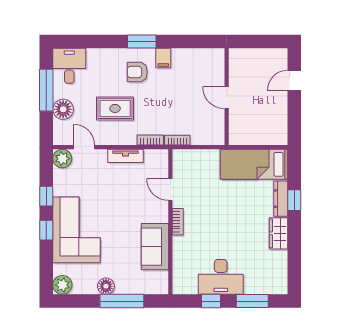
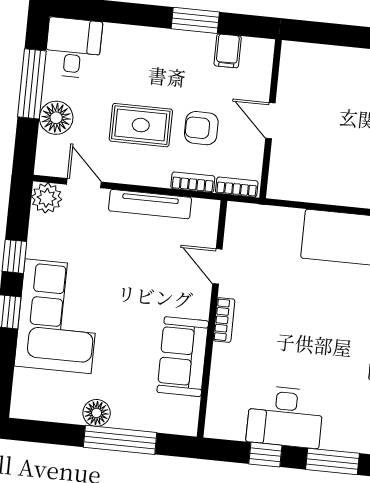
armchair: (137, 72) -> (201, 128), moved
wall: (227, 97) -> (271, 119), moved
door: (227, 98) -> (270, 121), moved
tv unit: (126, 156) -> (150, 204), width x1.41
plant: (62, 285) -> (26, 404), removed

